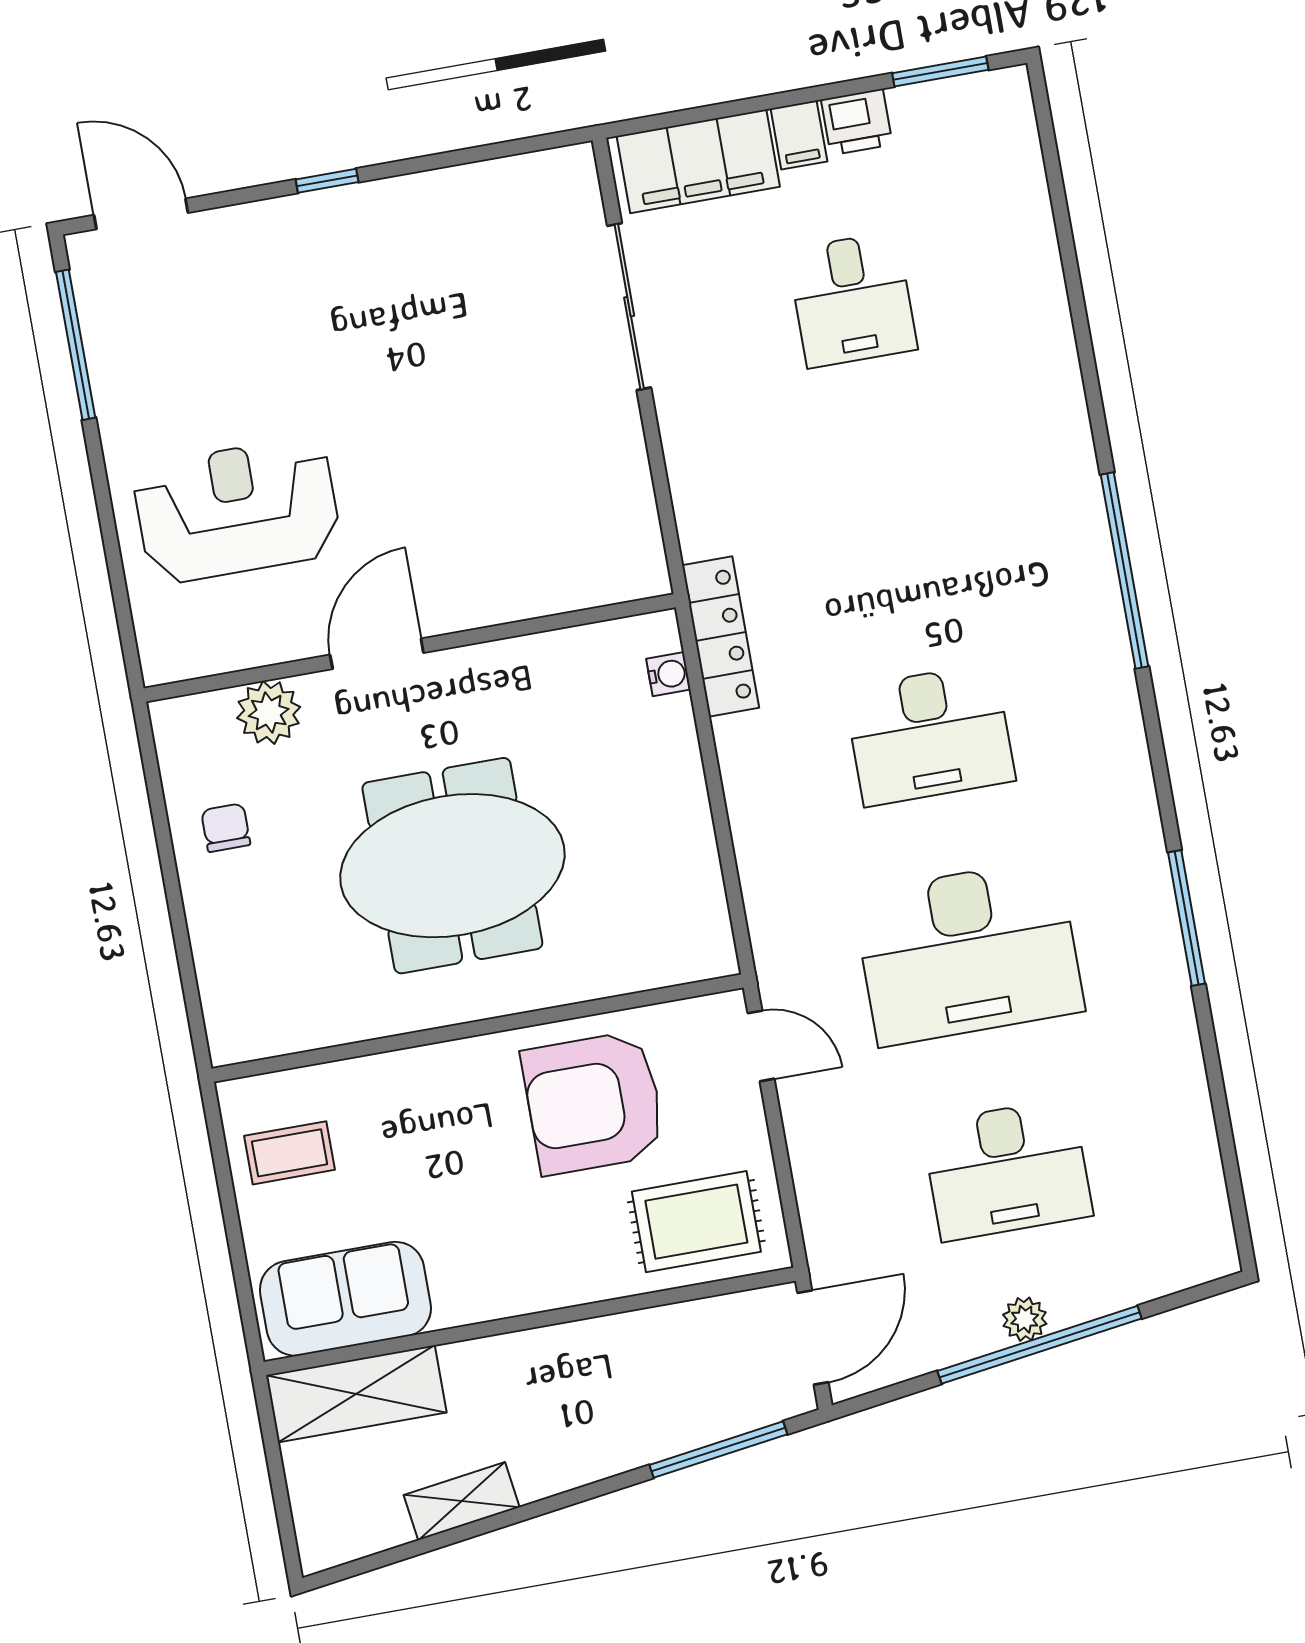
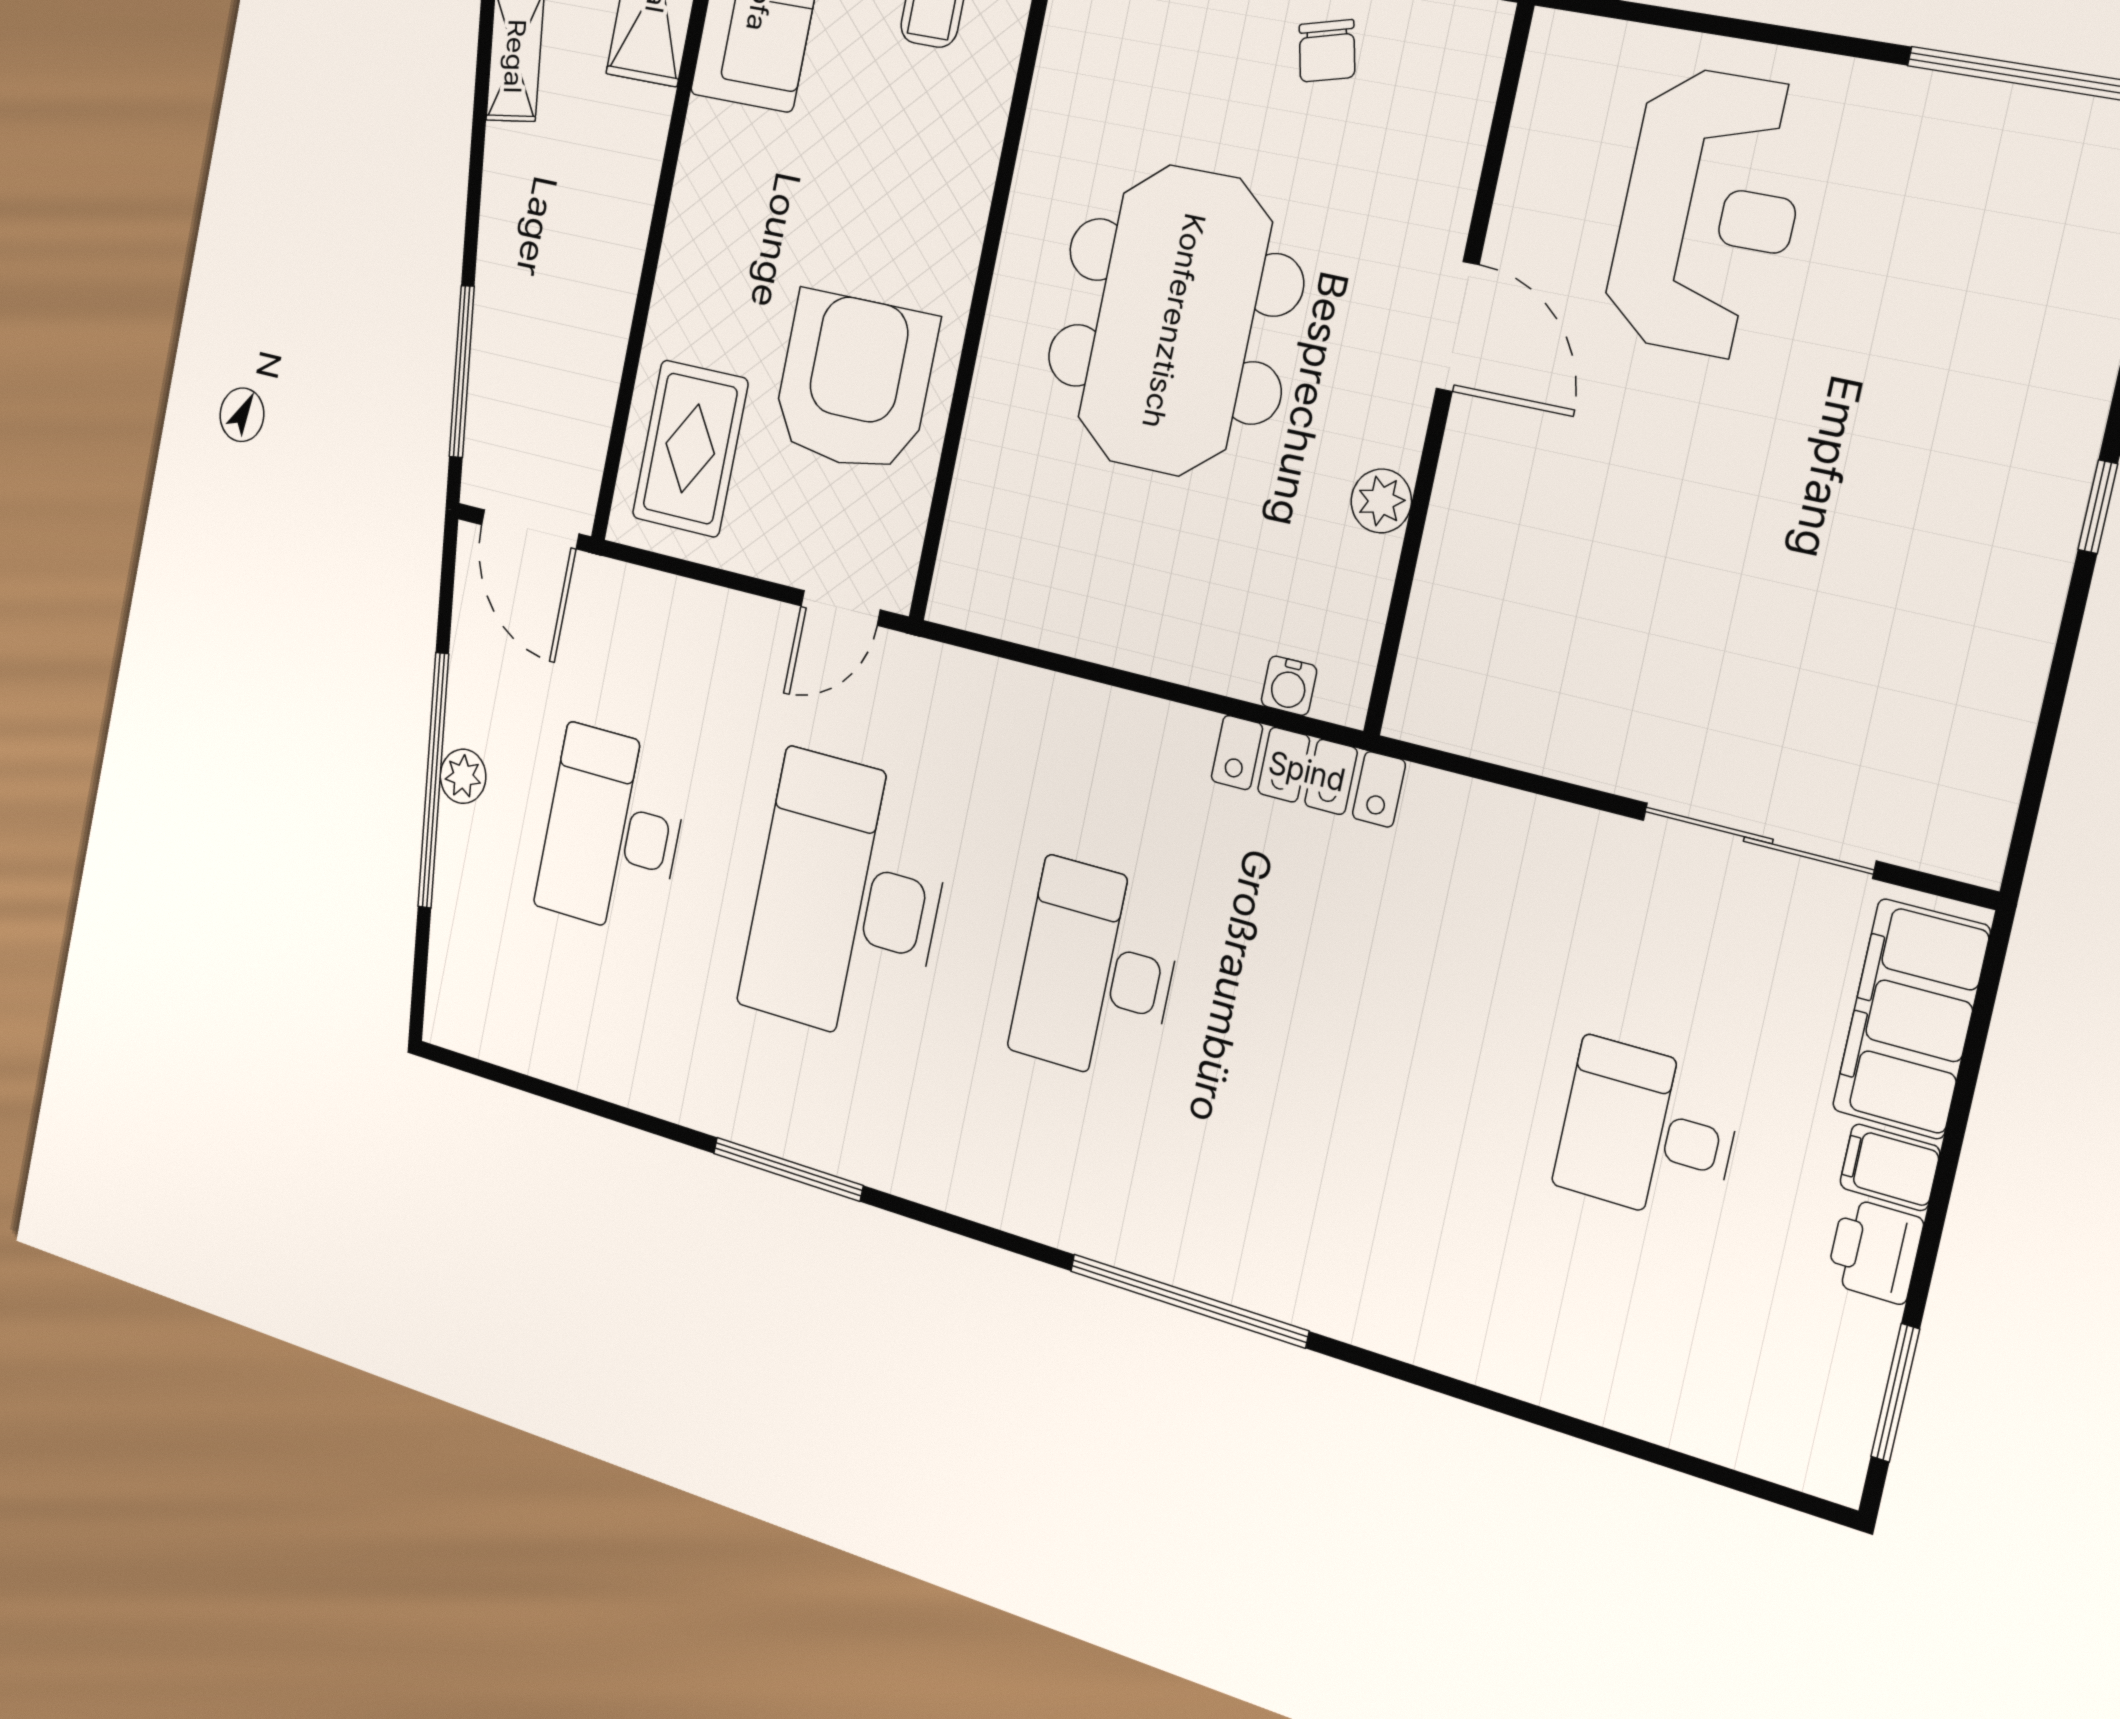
plant: (269, 712) -> (1381, 501), moved, width x0.73, depth x0.73
chair: (226, 828) -> (1327, 51), turned 76

